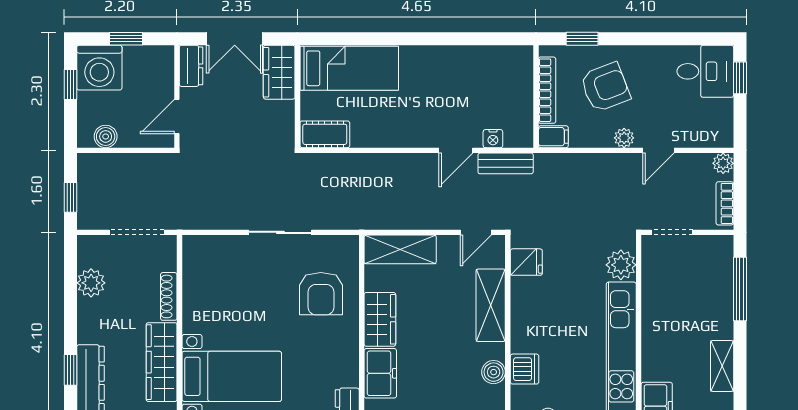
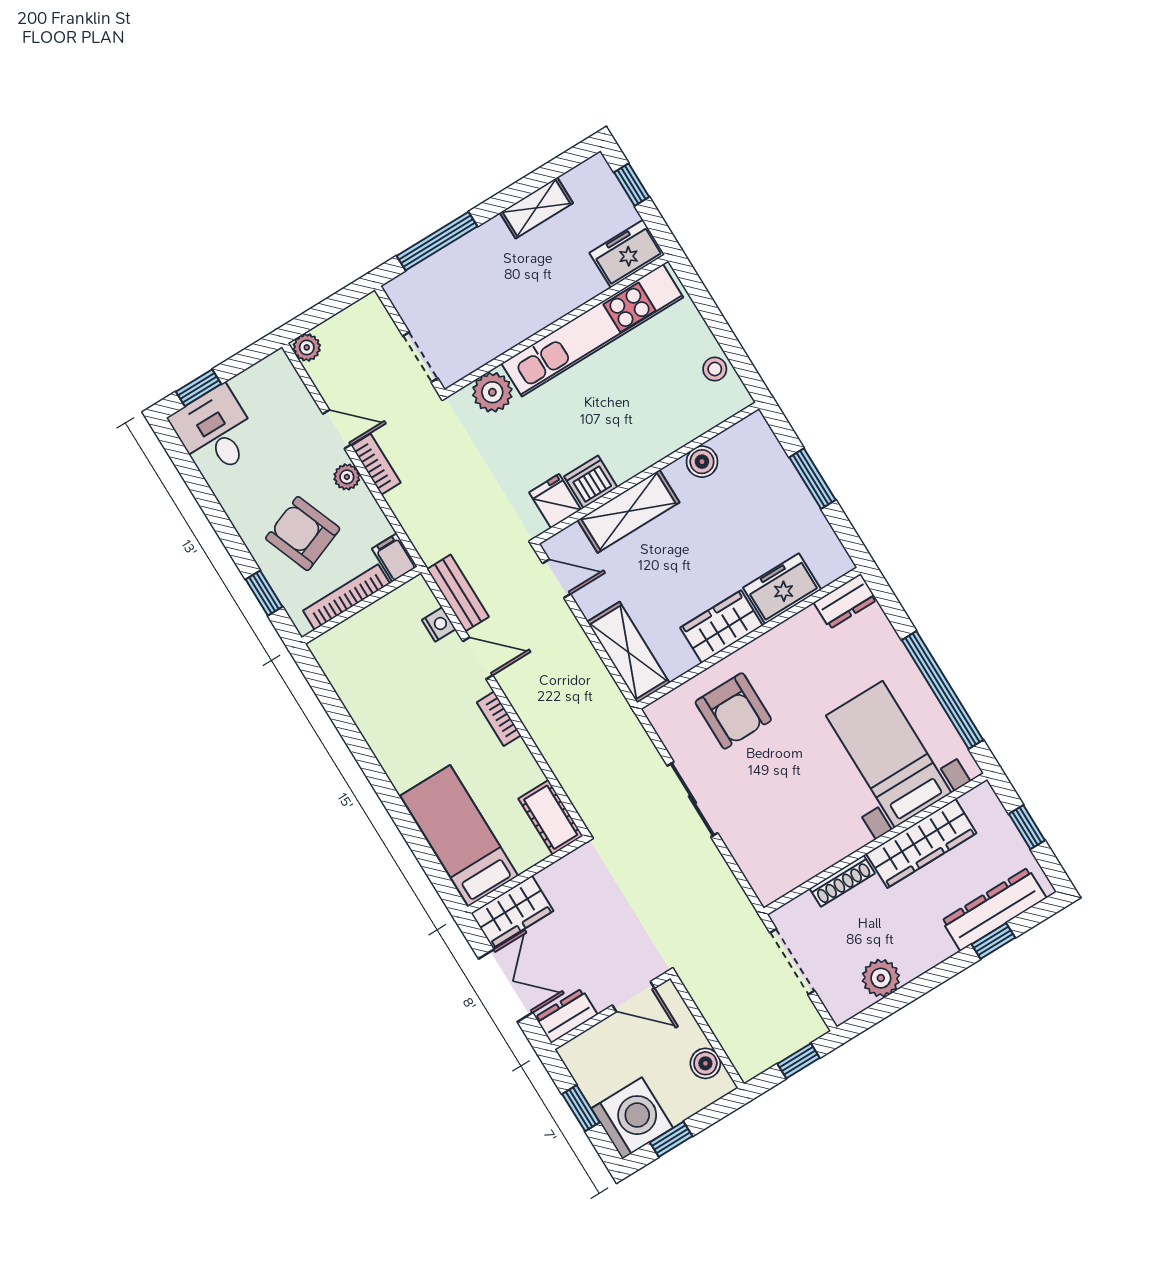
bookcase: (409, 140) -> (499, 719), added
bookcase: (725, 203) -> (376, 464), moved, turned -90
armchair: (321, 294) -> (733, 711), turned 90
dishwasher: (525, 369) -> (591, 482), moved

